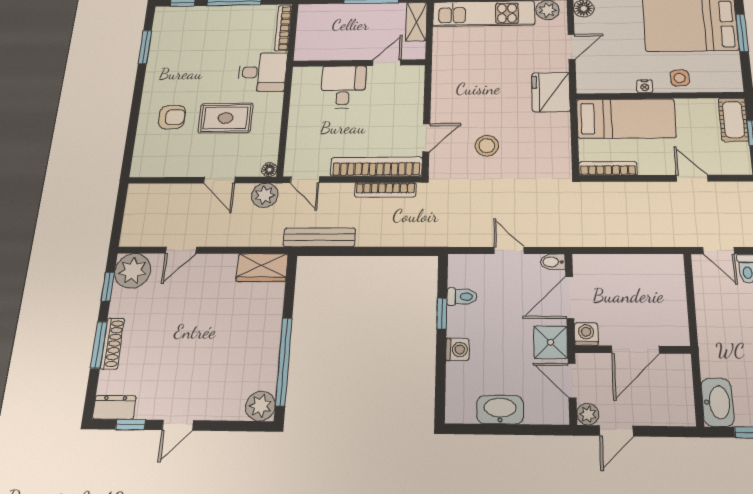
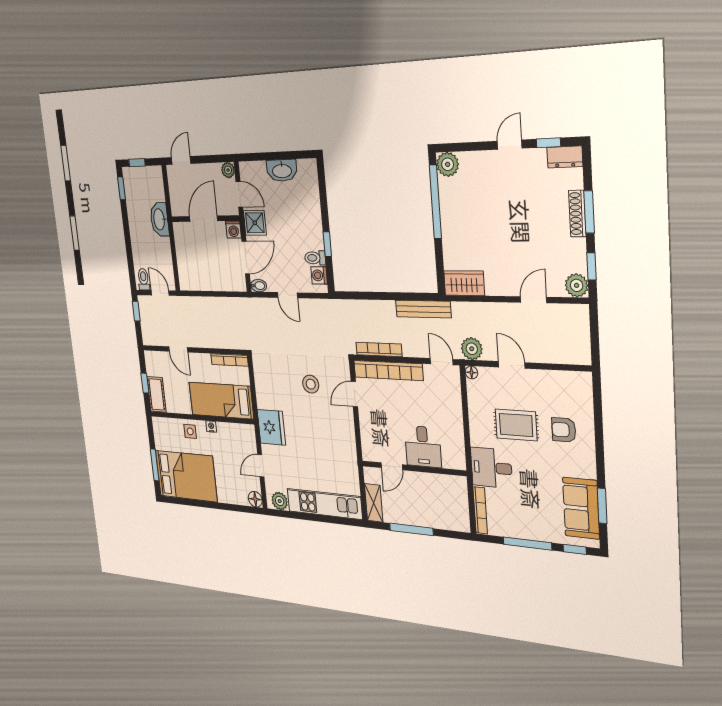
sofa: (168, 42) -> (581, 508), added
plant: (133, 271) -> (577, 285), width x0.73, depth x0.73
washing machine: (458, 349) -> (319, 275), moved
washbasin: (717, 402) -> (160, 219), moved
door: (616, 431) -> (181, 160), moved

